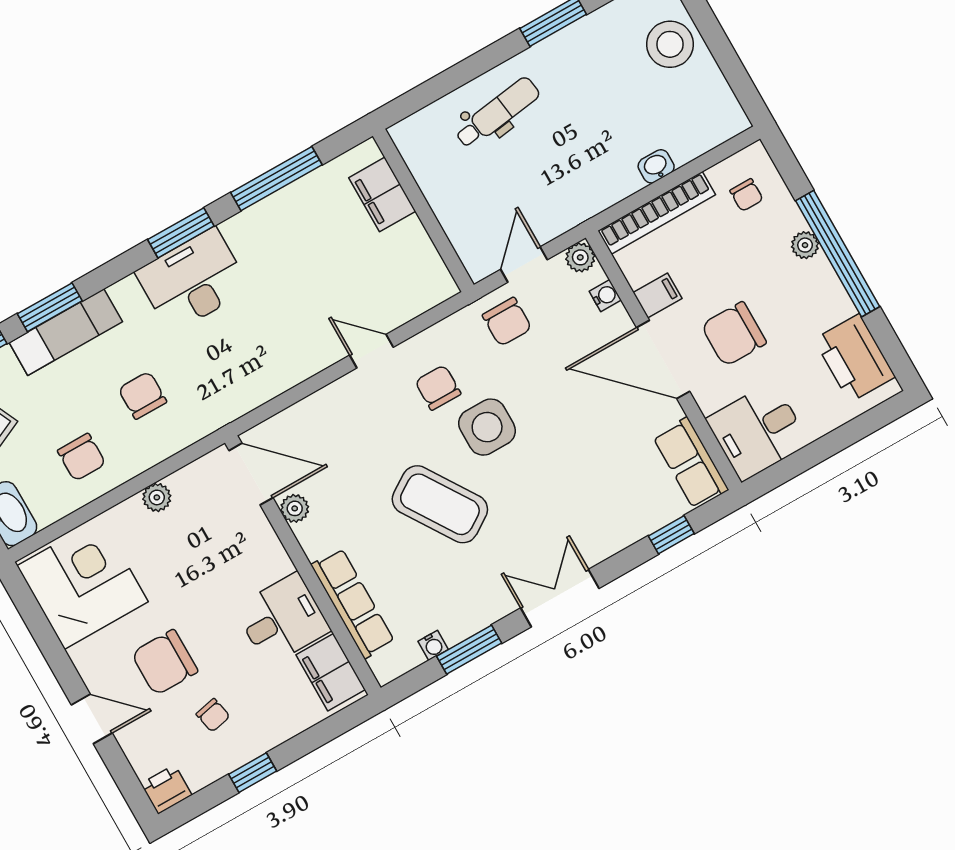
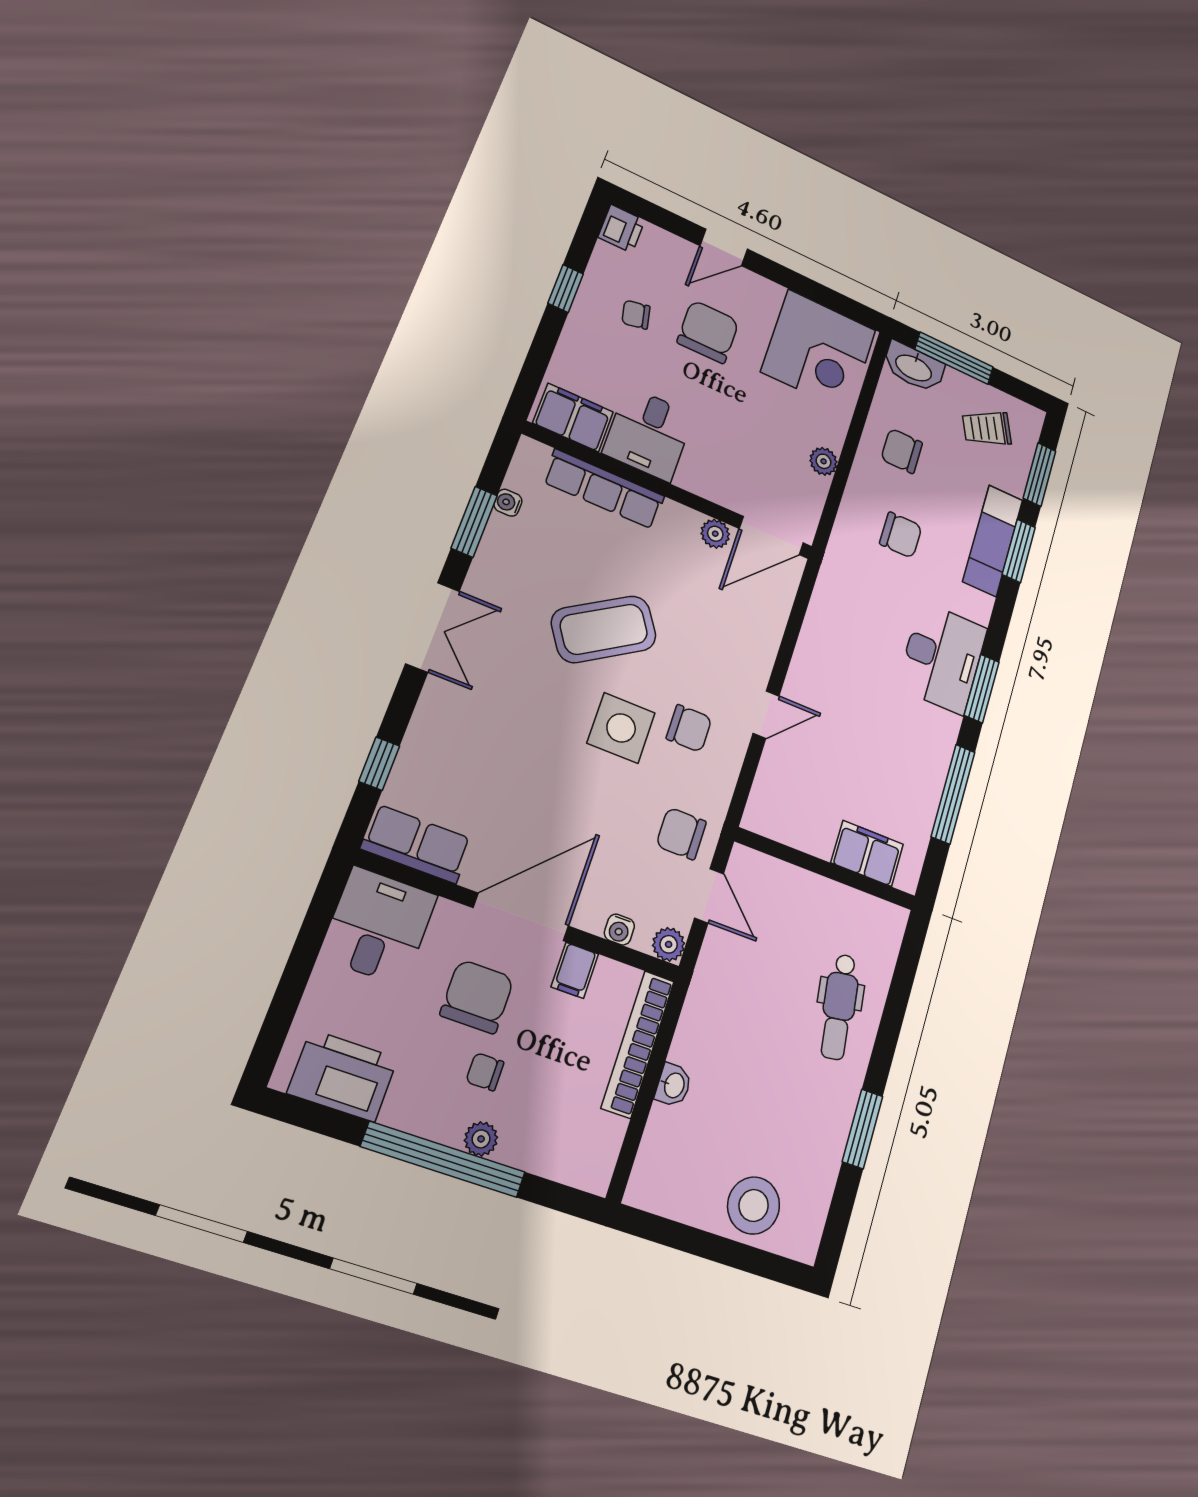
chair: (746, 195) -> (485, 1072), moved

